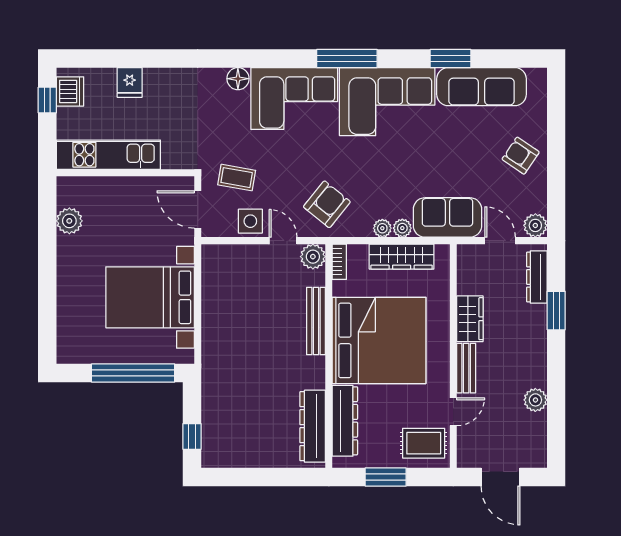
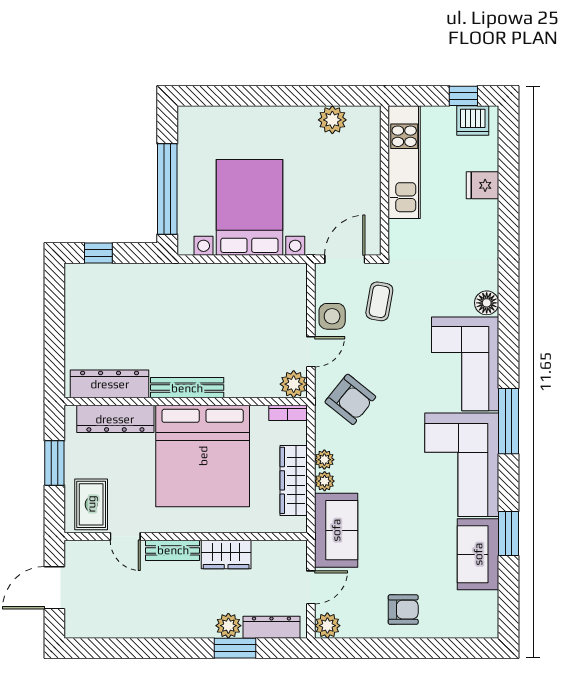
sofa: (482, 87) -> (478, 554), width x0.73
armchair: (521, 156) -> (403, 610), turned 56
bench: (316, 321) -> (187, 388), moved
plant: (535, 400) -> (228, 626), moved

